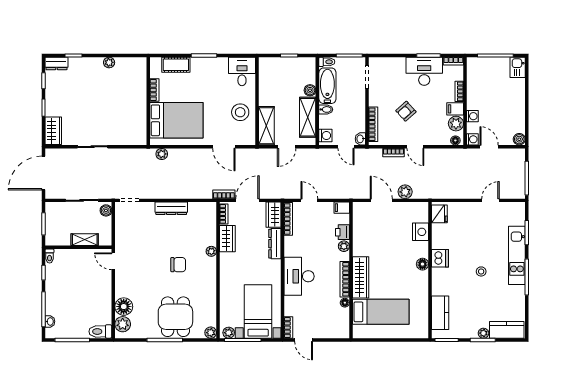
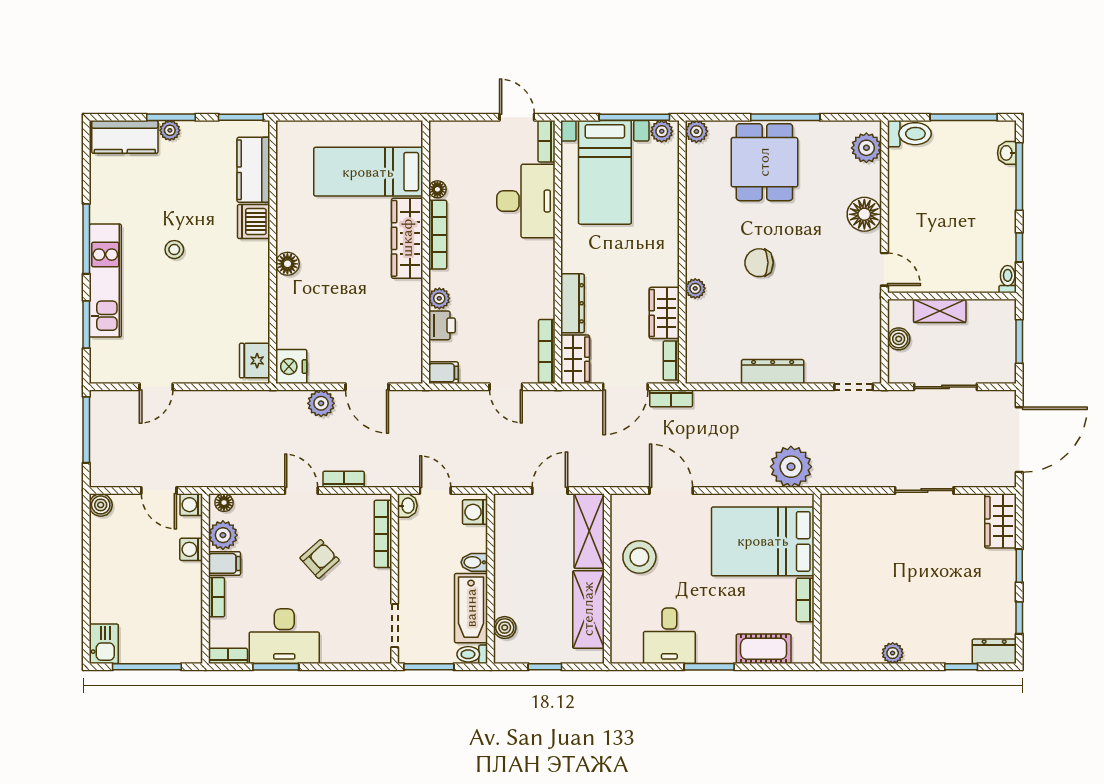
desk: (242, 71) -> (669, 636), moved
boiler: (310, 90) -> (505, 628), moved
shelving: (308, 117) -> (588, 609), moved
plant: (162, 154) -> (791, 467), width x1.88, depth x1.88
boiler: (106, 210) -> (899, 339), moved
nightstand: (421, 232) -> (291, 367), moved
dishwasher: (440, 258) -> (254, 222), moved
desk: (299, 276) -> (526, 201), moved
floor lamp: (124, 307) -> (864, 214), moved

